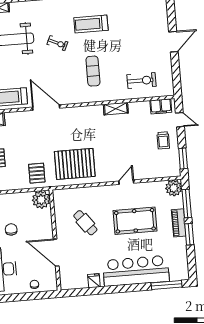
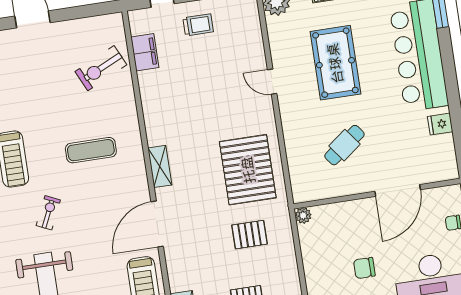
exercise bike: (141, 81) -> (101, 68), turned -115
filing cabinet: (161, 106) -> (145, 52), moved
shelving: (116, 109) -> (160, 166), moved
pallet: (37, 173) -> (250, 235), moved
plant: (41, 200) -> (303, 215), width x0.53, depth x0.53

